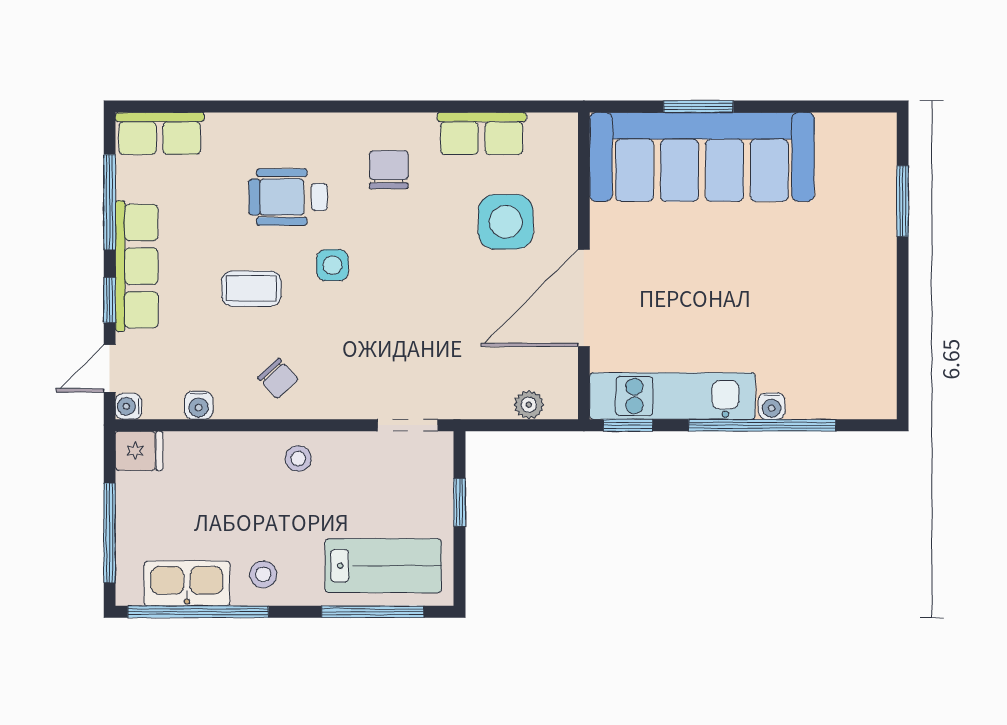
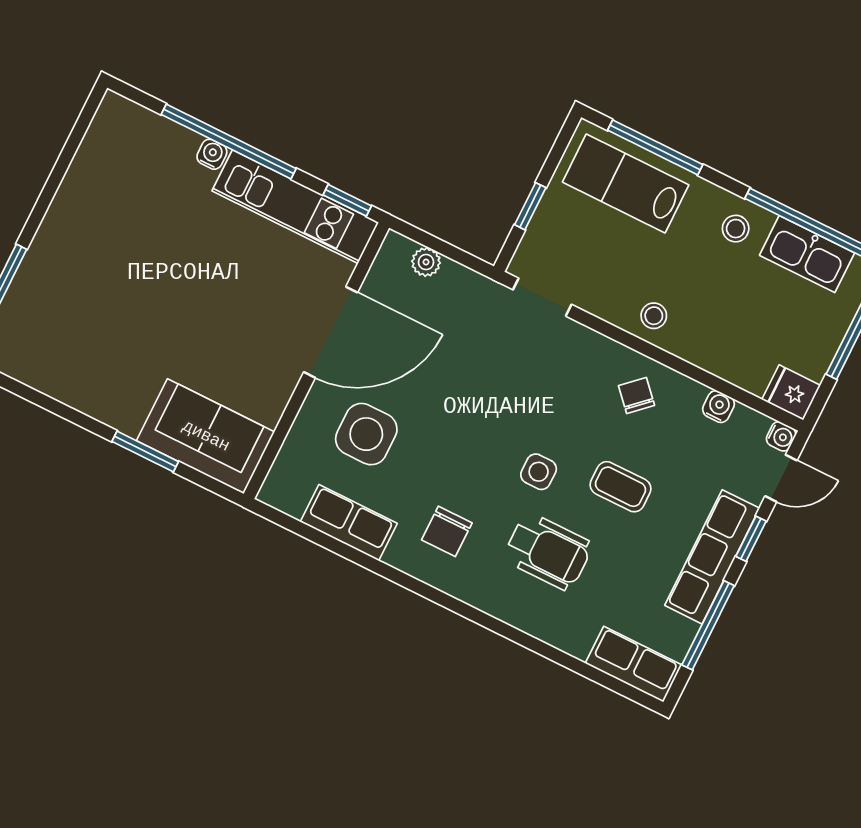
sofa: (702, 157) -> (206, 436), width x0.54, depth x0.79

